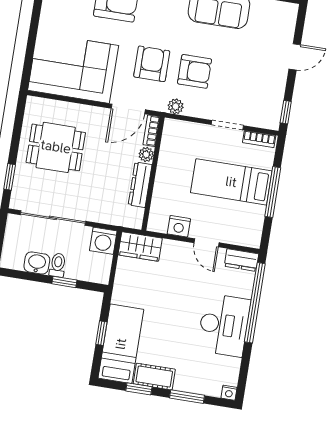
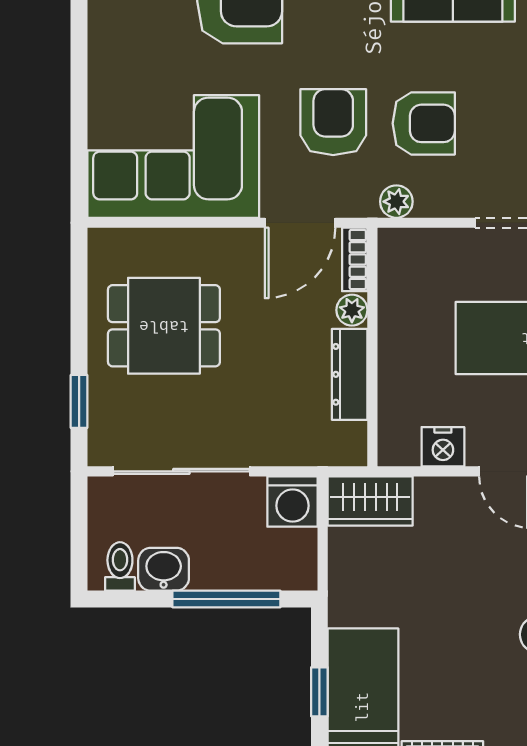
toilet: (58, 265) -> (120, 566), moved
window: (64, 282) -> (226, 599), width x2.17

